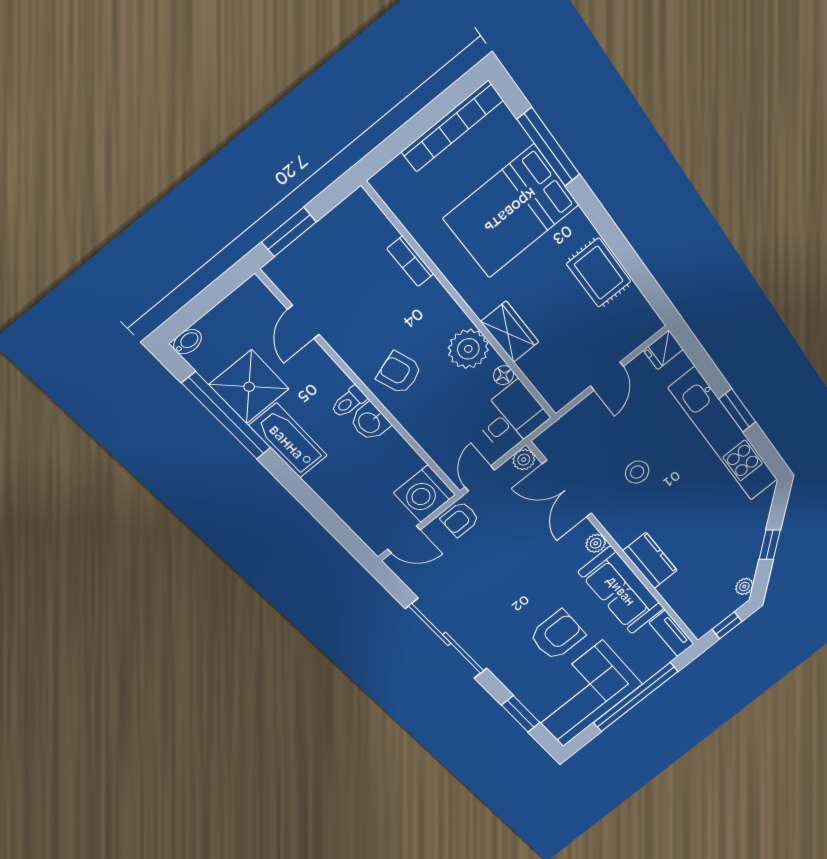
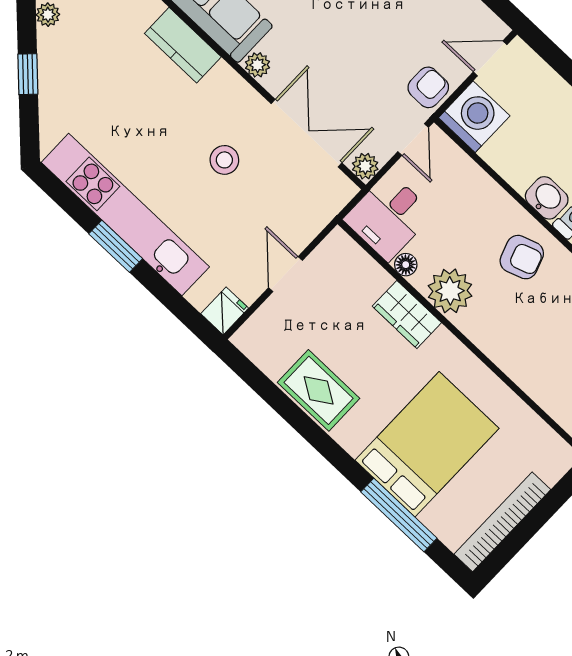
bookcase: (410, 261) -> (526, 380), removed

